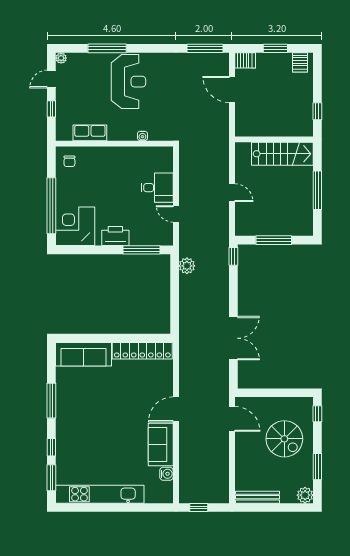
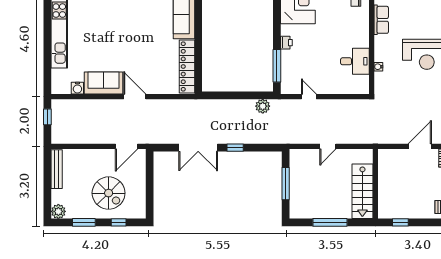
desk: (157, 188) -> (355, 61), moved, turned -90
door: (176, 214) -> (309, 97), hinge flipped
printer: (115, 236) -> (286, 43), width x0.53, depth x0.68
window: (233, 256) -> (235, 148), moved
window: (317, 414) -> (119, 222), moved
spiral stairs: (284, 439) -> (109, 193), turned -90

